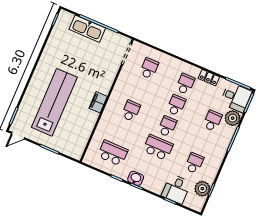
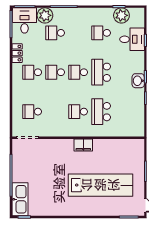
kitchen sink: (87, 29) -> (20, 199), moved
lab bench: (54, 102) -> (100, 185), turned 180
school desk: (113, 153) -> (101, 112), moved

